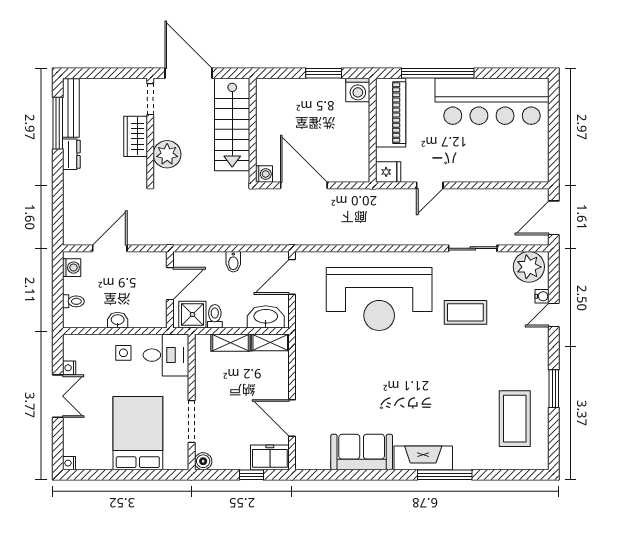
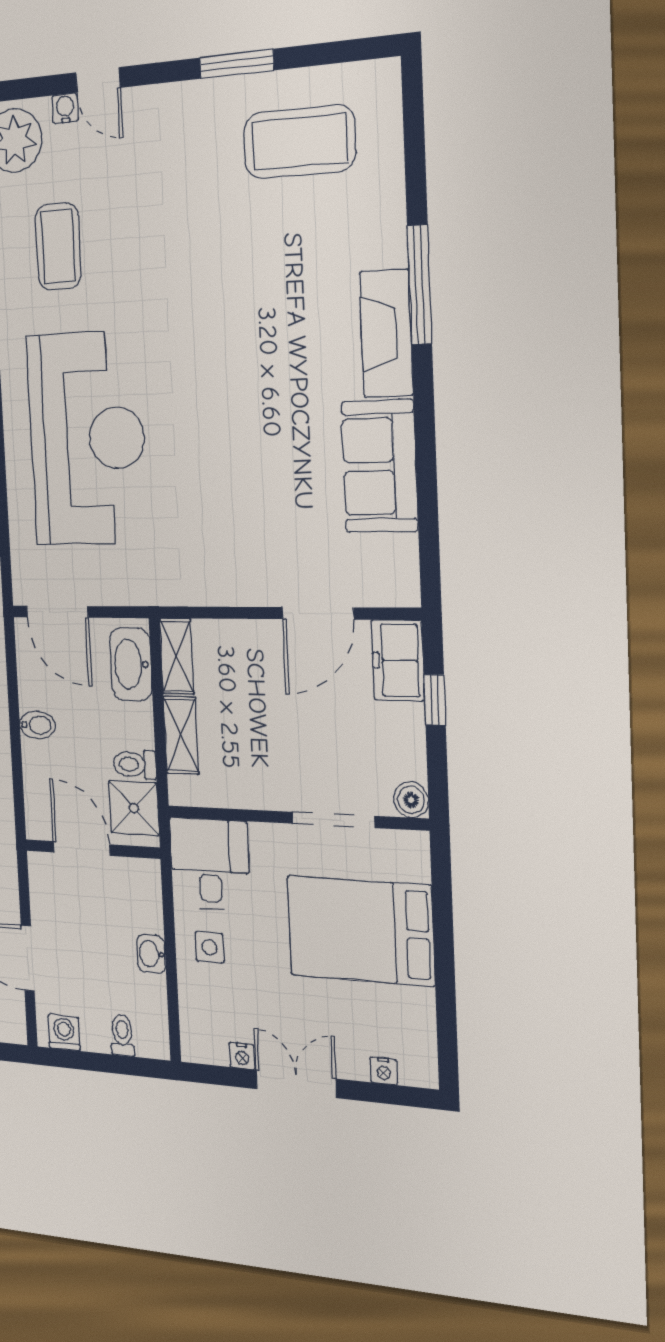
coffee table: (465, 312) -> (58, 247), moved
nightstand: (69, 463) -> (384, 1071), moved

